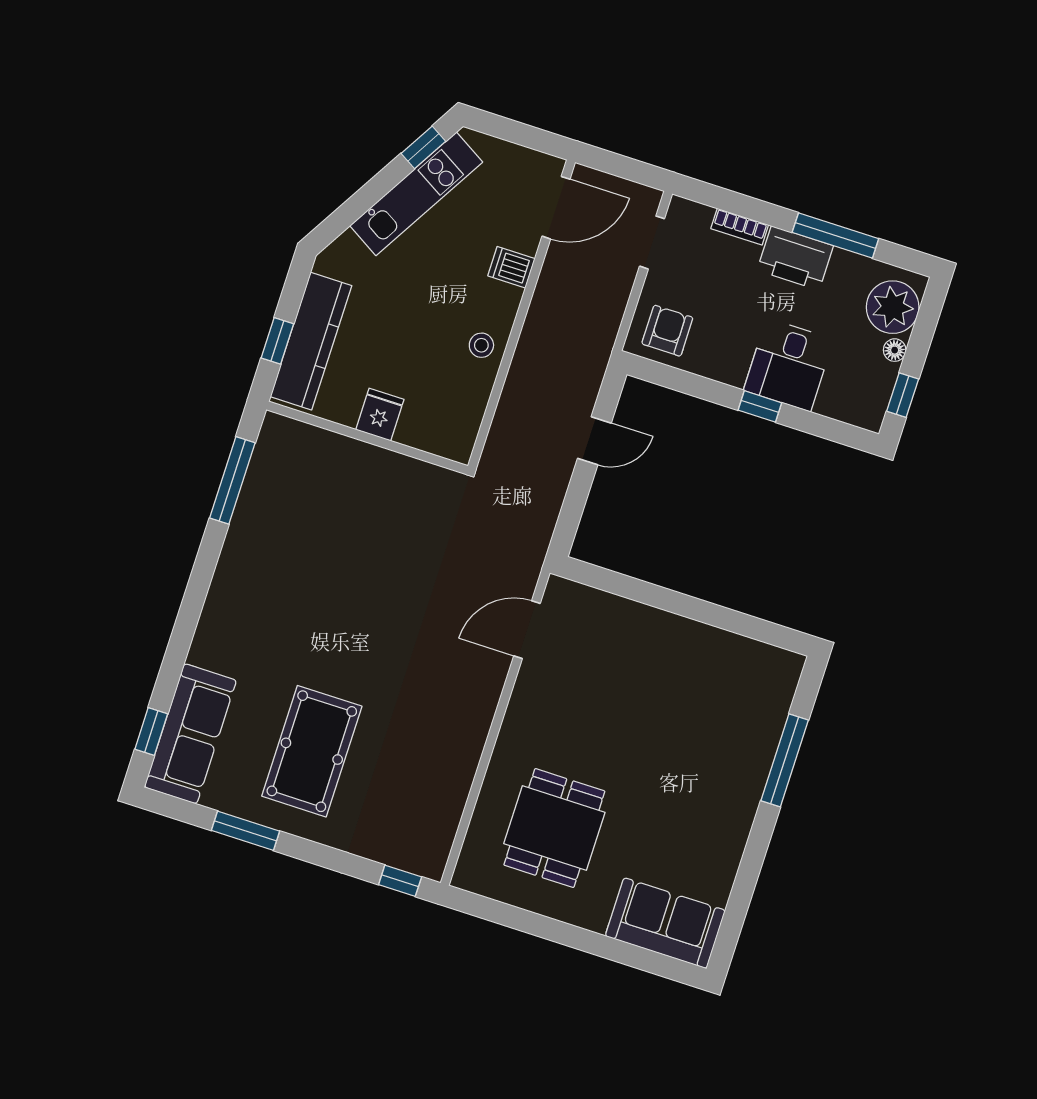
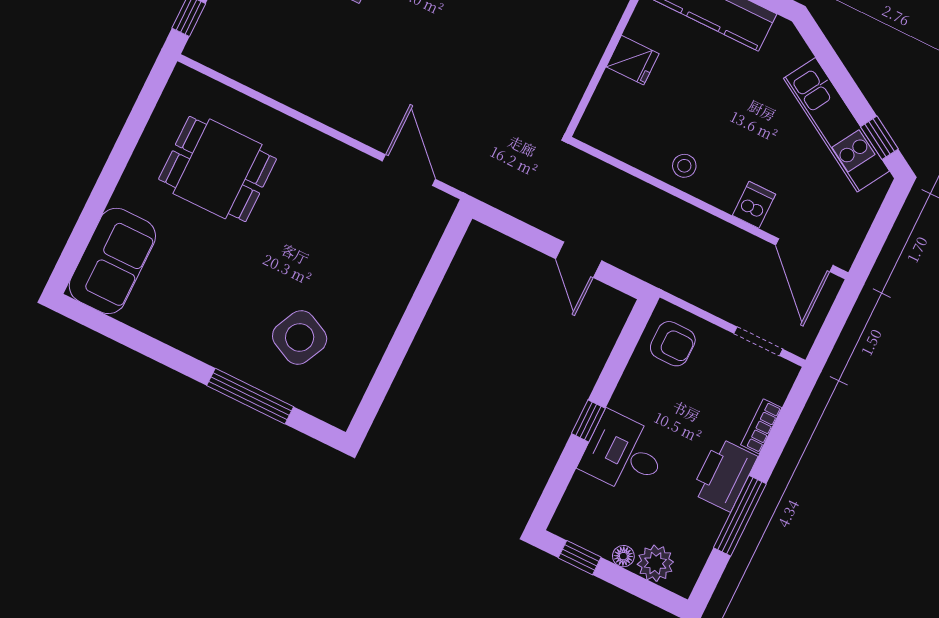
plant: (893, 307) -> (655, 563), width x0.73, depth x0.73
side table: (717, 718) -> (300, 337), added

